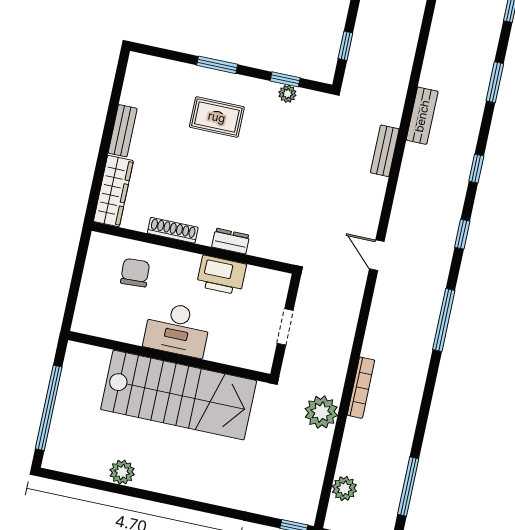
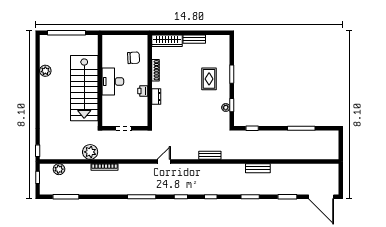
bench: (422, 116) -> (258, 168), moved
printer: (221, 275) -> (143, 91), width x0.53, depth x0.68

